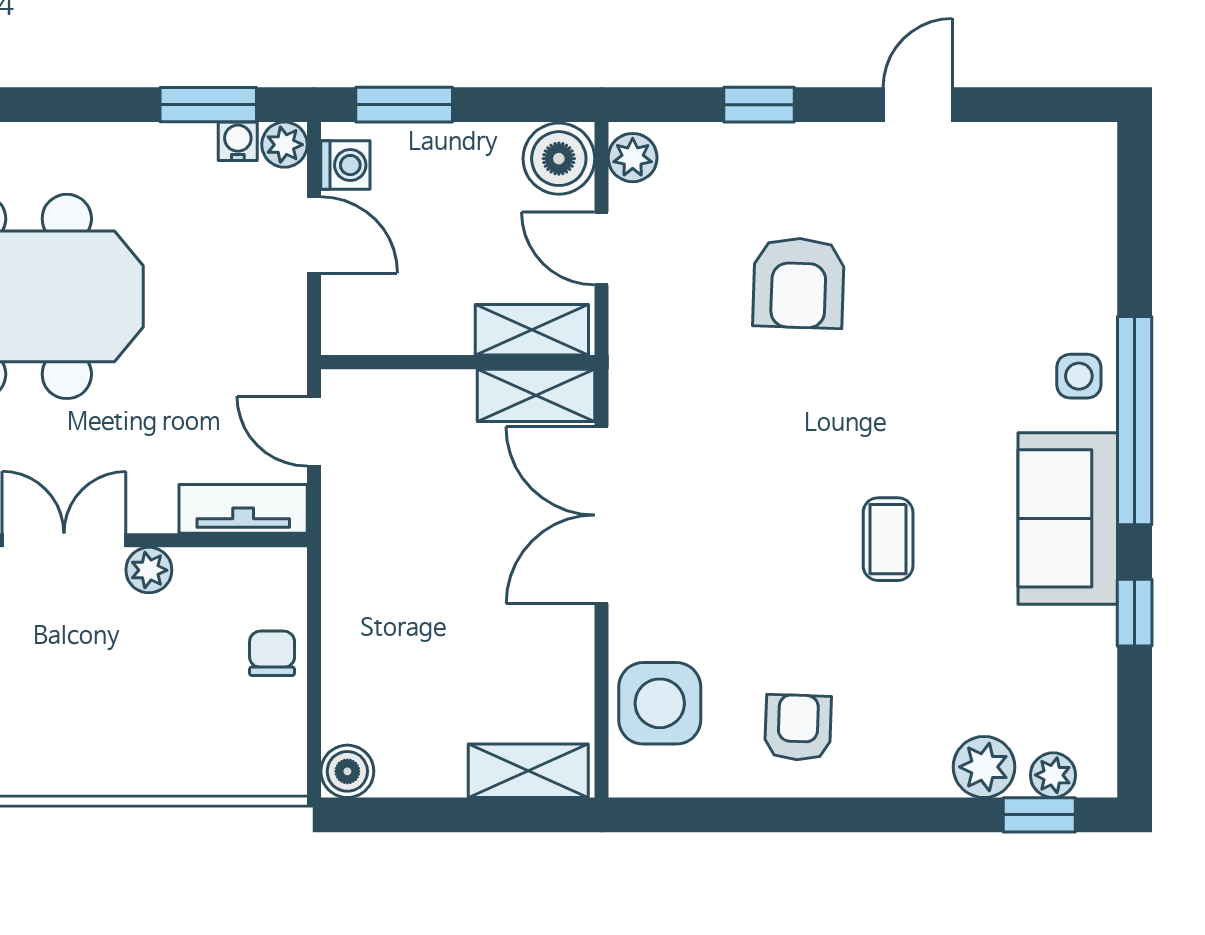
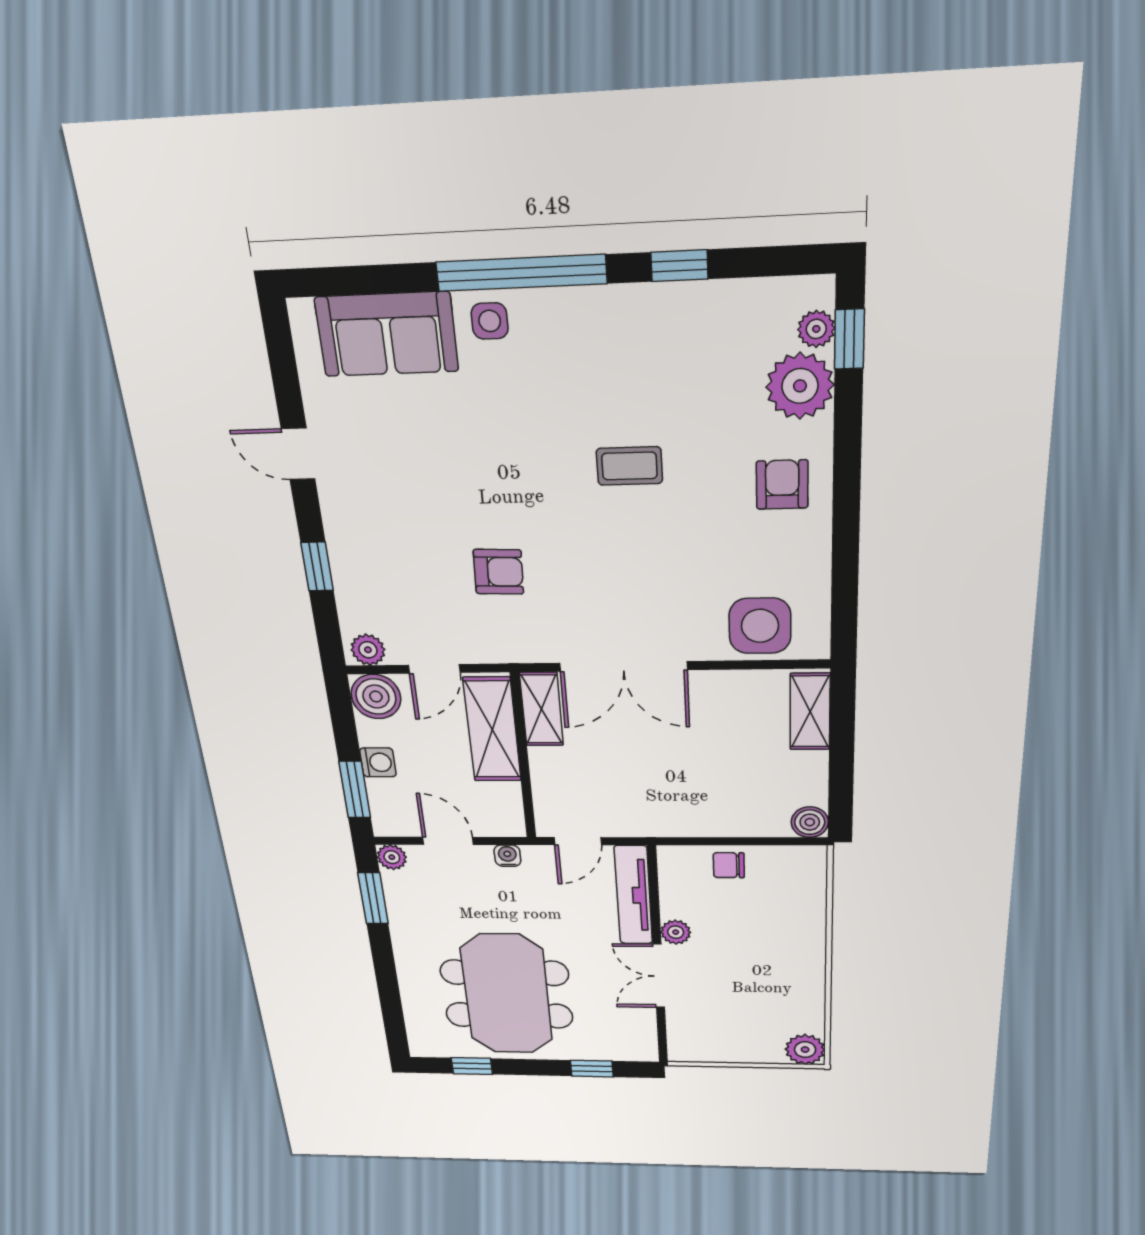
water cooler: (238, 141) -> (507, 856), moved, turned 90
washing machine: (345, 165) -> (378, 762), moved, turned 90
door: (314, 235) -> (448, 841), hinge flipped
armchair: (799, 283) -> (498, 572), moved, width x0.72, depth x0.72
shelving: (532, 330) -> (492, 730), width x1.50, depth x1.33
tv unit: (243, 509) -> (633, 895), width x1.41
sofa: (1068, 518) -> (387, 334), moved
armchair: (798, 727) -> (782, 485), moved, turned 88
plant: (984, 767) -> (800, 386), width x1.36, depth x1.36

